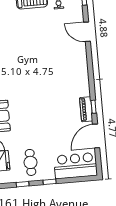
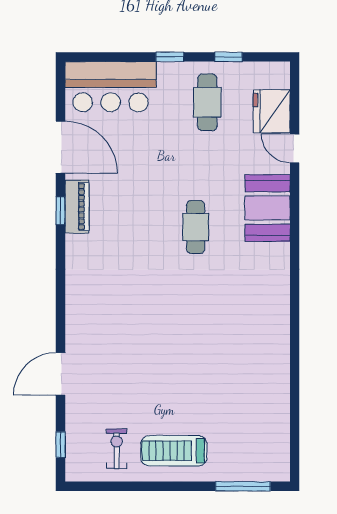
door: (87, 32) -> (61, 374), swing flipped
cafe table: (31, 105) -> (196, 227), added
door: (96, 136) -> (61, 147), hinge flipped

